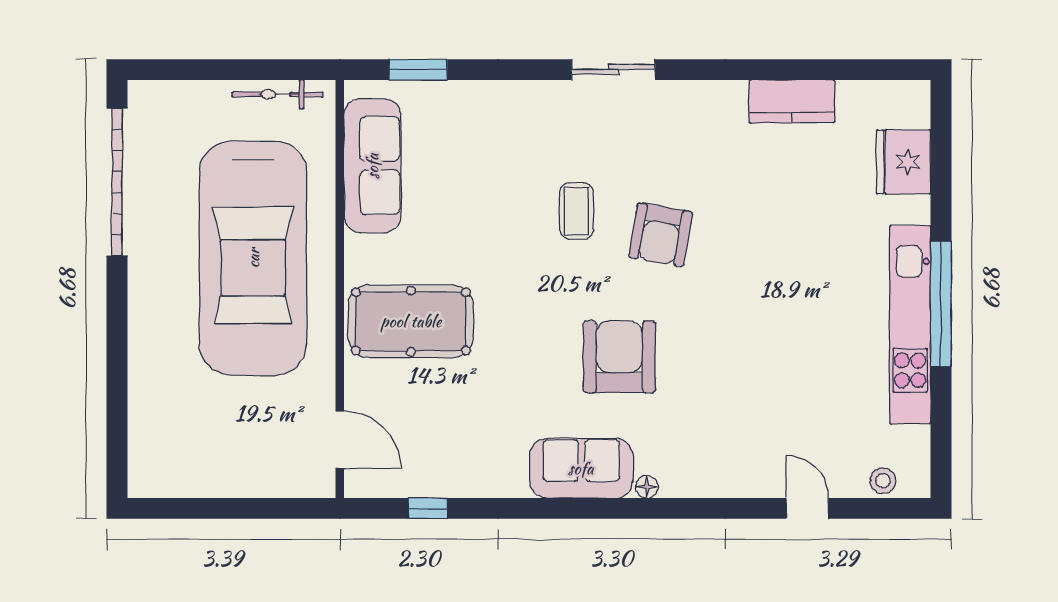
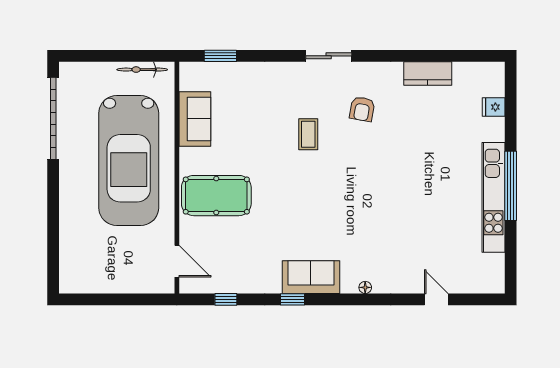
fridge: (903, 162) -> (494, 107), width x0.53, depth x0.75
sofa: (372, 166) -> (195, 119), width x0.73
armchair: (661, 235) -> (362, 109), moved, width x0.72, depth x0.72
armchair: (619, 357) -> (332, 215), removed
stool: (883, 481) -> (478, 284), removed
floor lamp: (647, 487) -> (365, 287), moved
window: (548, 508) -> (293, 299), added

